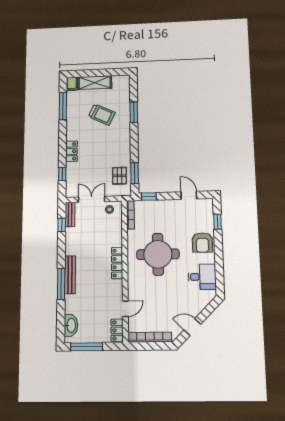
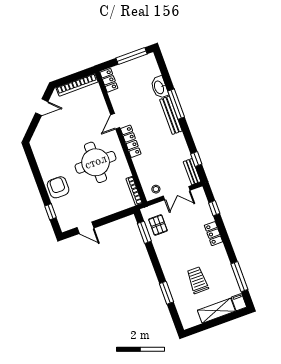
trolley: (102, 115) -> (197, 280), turned 64
window: (149, 197) -> (123, 214), removed
desk: (202, 277) -> (48, 156), removed
door: (125, 309) -> (115, 121), moved
washbasin: (71, 325) -> (159, 87), moved

